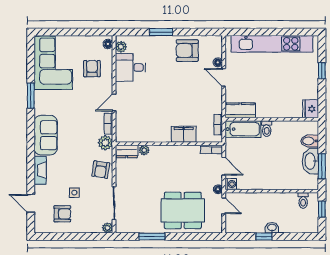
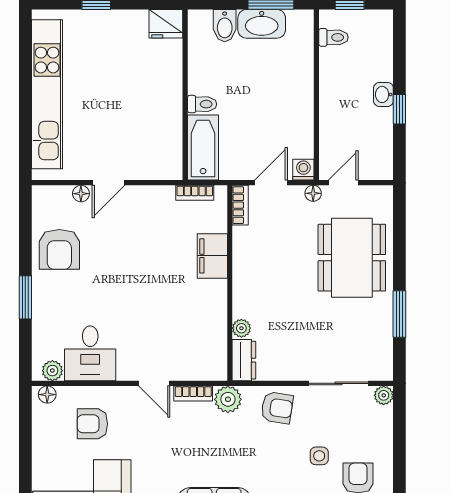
kitchen counter: (240, 110) -> (169, 153), removed

